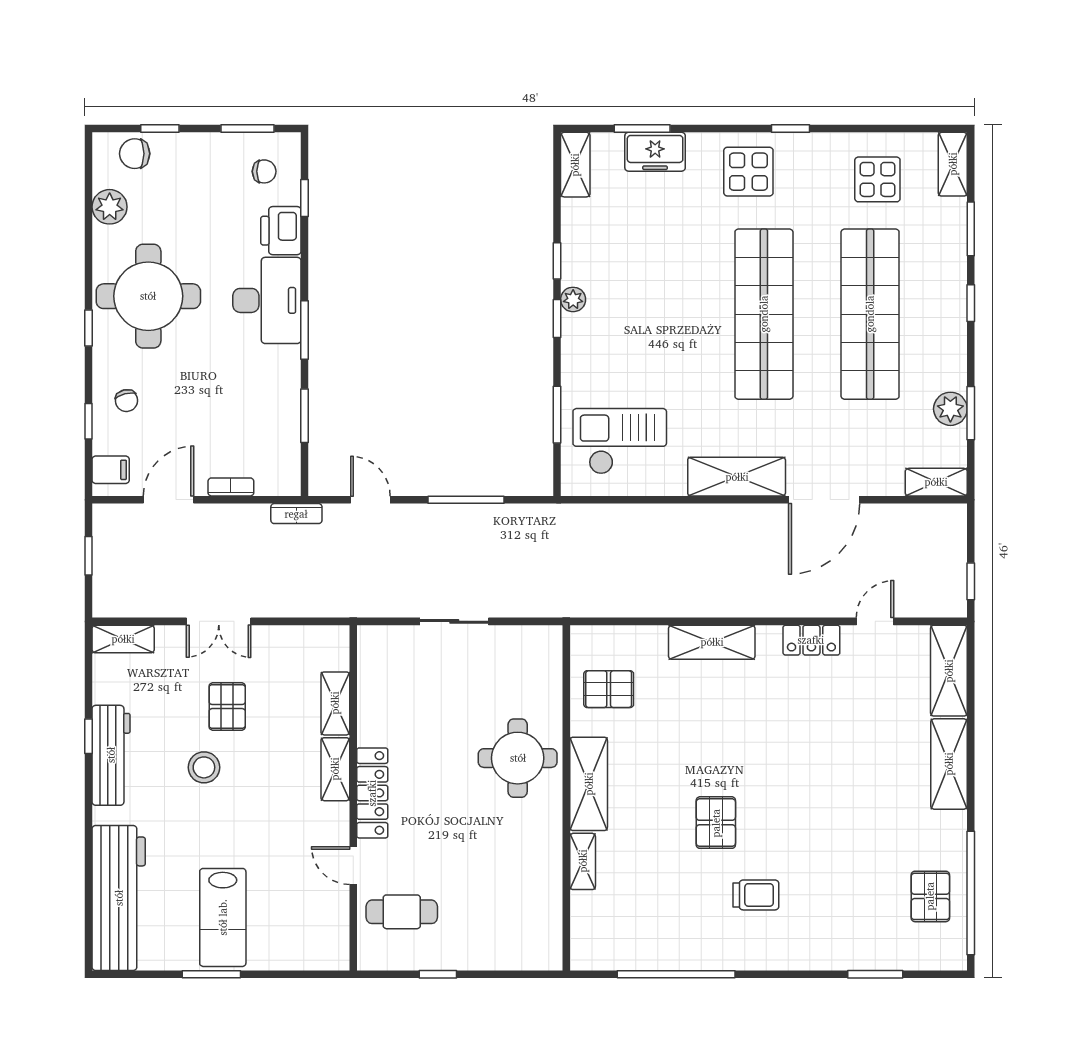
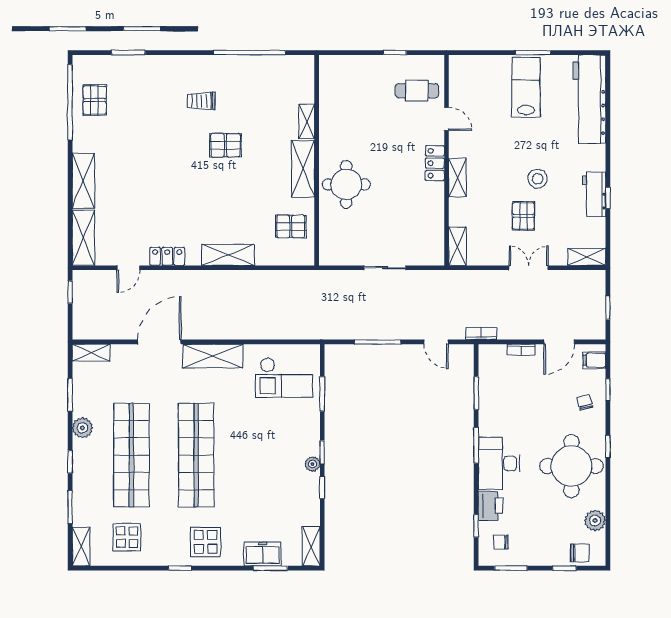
plant: (950, 409) -> (82, 428), moved
shelving: (335, 703) -> (457, 246), moved
workbench: (111, 755) -> (594, 194), width x0.73
locker: (372, 793) -> (435, 163), width x0.66
pallet: (716, 823) -> (225, 145), turned 90

